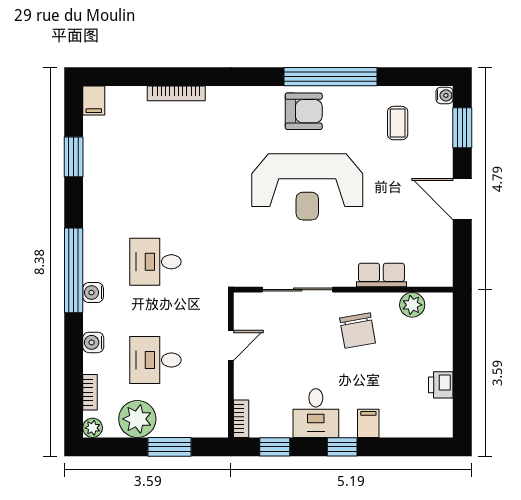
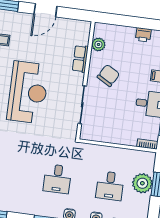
chair: (358, 331) -> (108, 76), turned -50
door: (231, 345) -> (107, 144), removed
plant: (137, 419) -> (142, 183), moved

